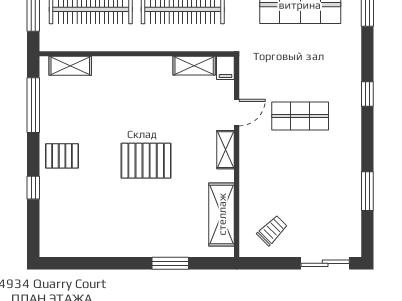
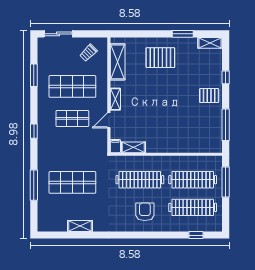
shelving: (70, 66) -> (210, 43), moved
pallet: (146, 161) -> (160, 58), moved
shop shelf: (300, 172) -> (72, 86), added
window: (170, 263) -> (183, 34), moved

